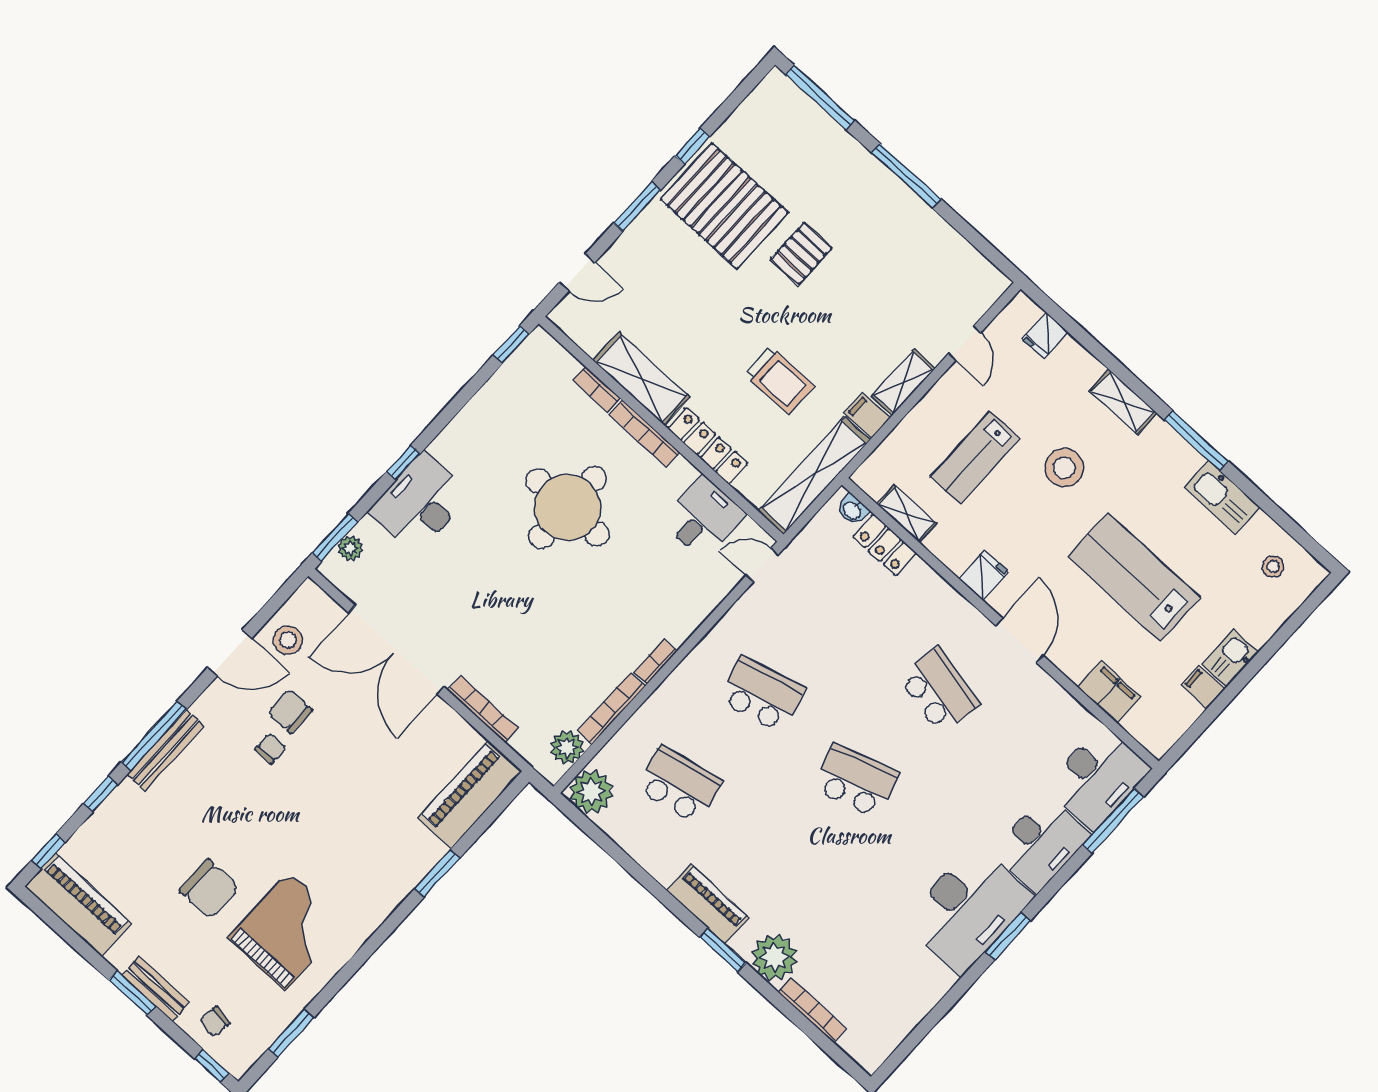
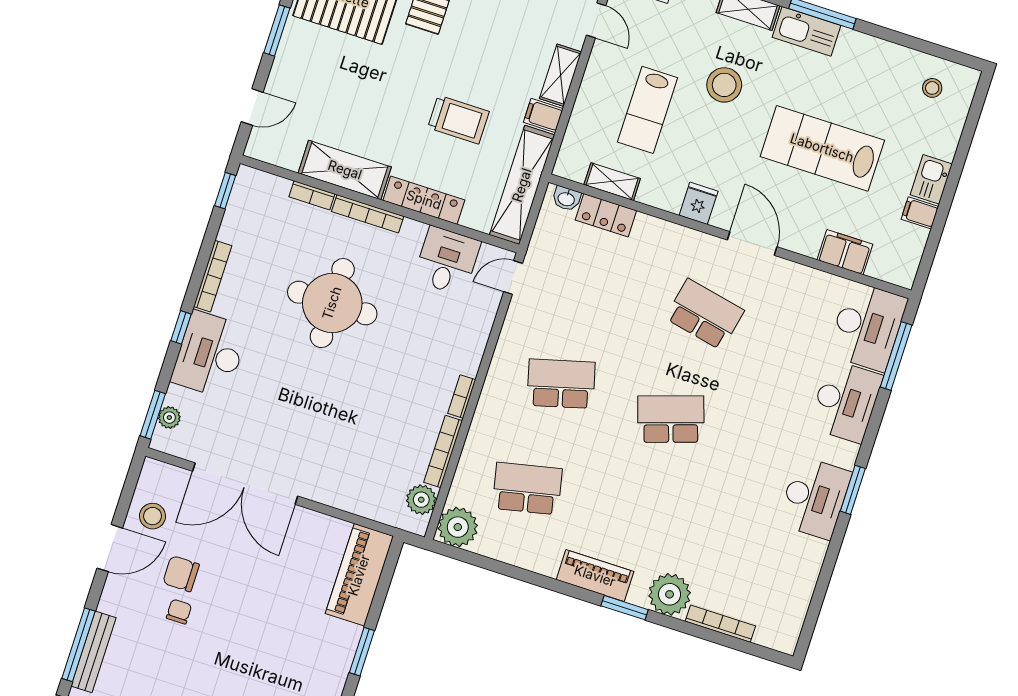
kitchen sink: (1222, 497) -> (806, 31), moved
bookcase: (483, 709) -> (213, 276), moved, turned 90
desk: (968, 909) -> (814, 498), width x0.73, depth x0.77

